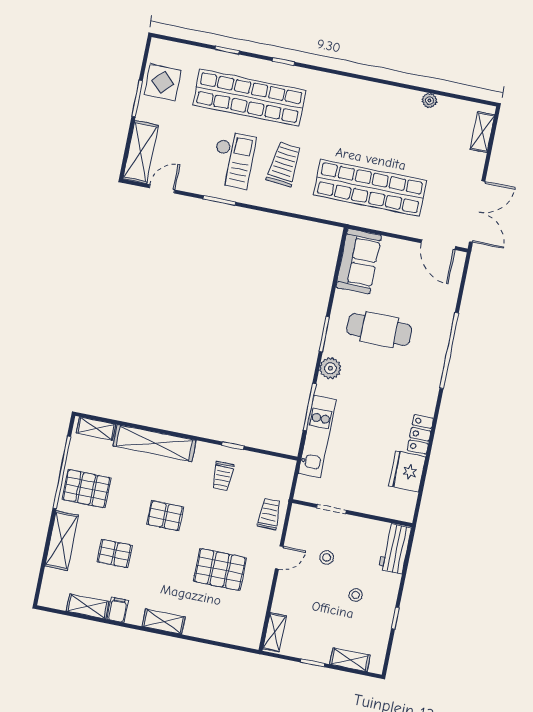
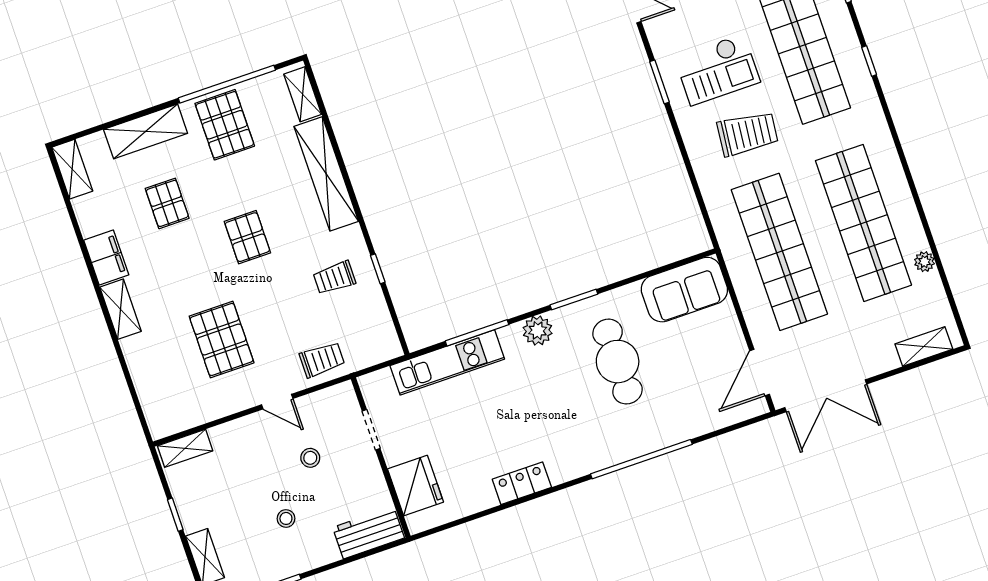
shop shelf: (383, 125) -> (863, 223), added
fridge: (407, 471) -> (416, 486), moved, turned 90
shelving: (88, 606) -> (72, 169), moved
filing cabinet: (118, 610) -> (106, 257), width x2.00

